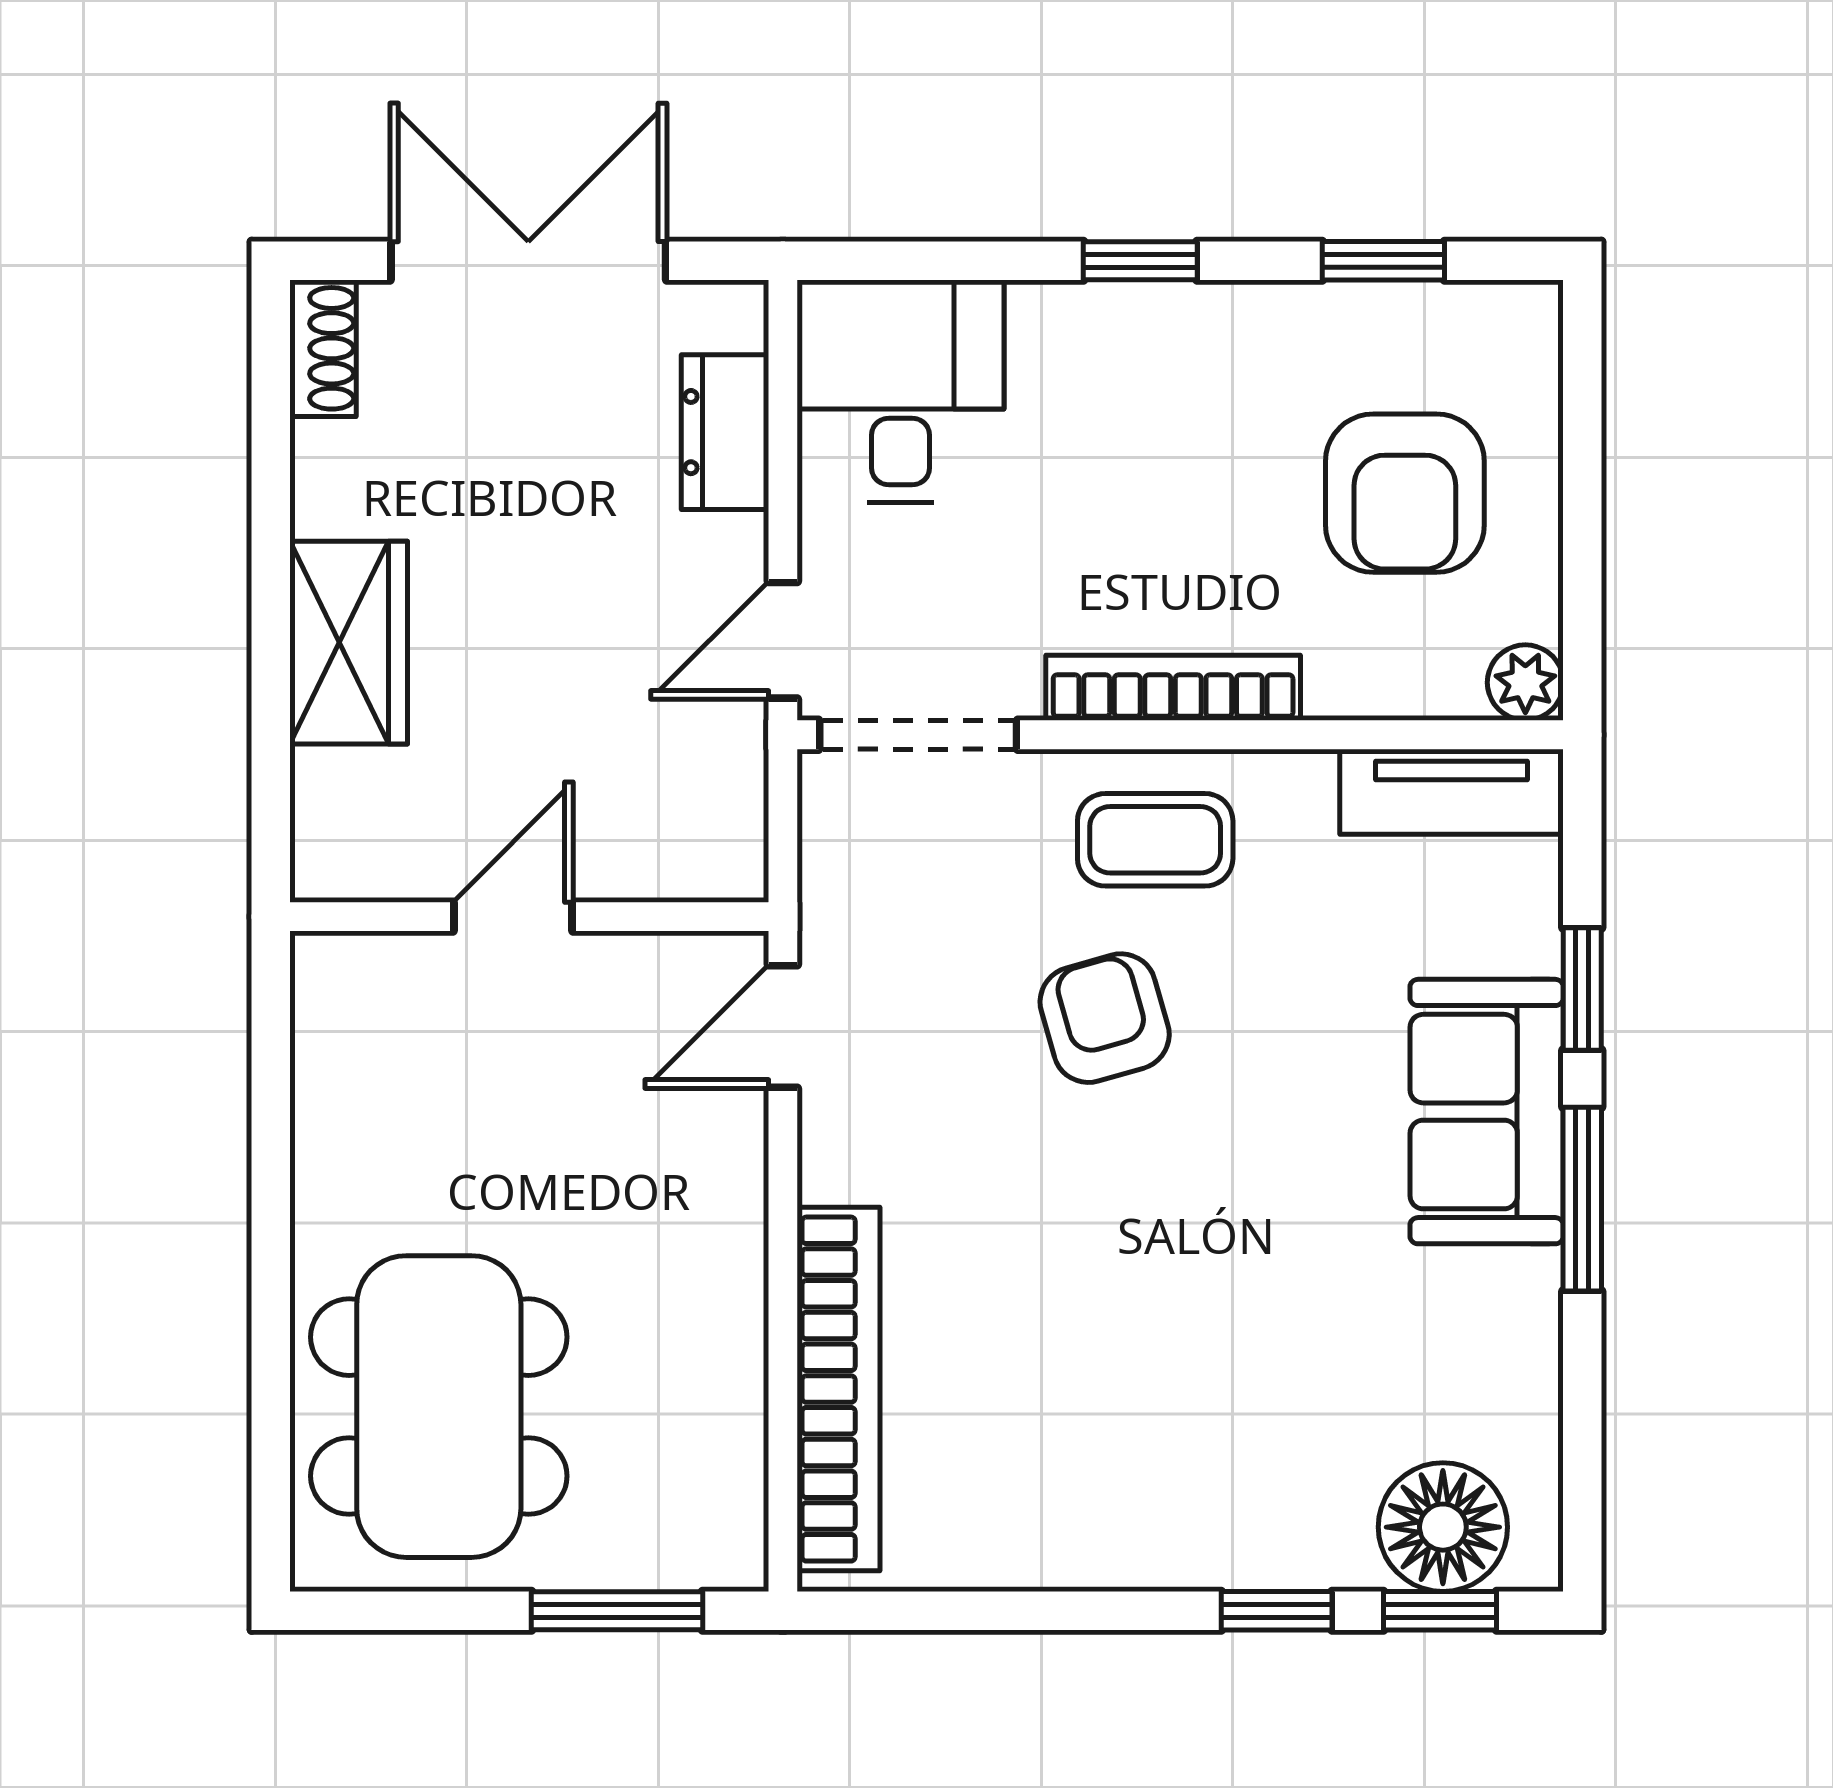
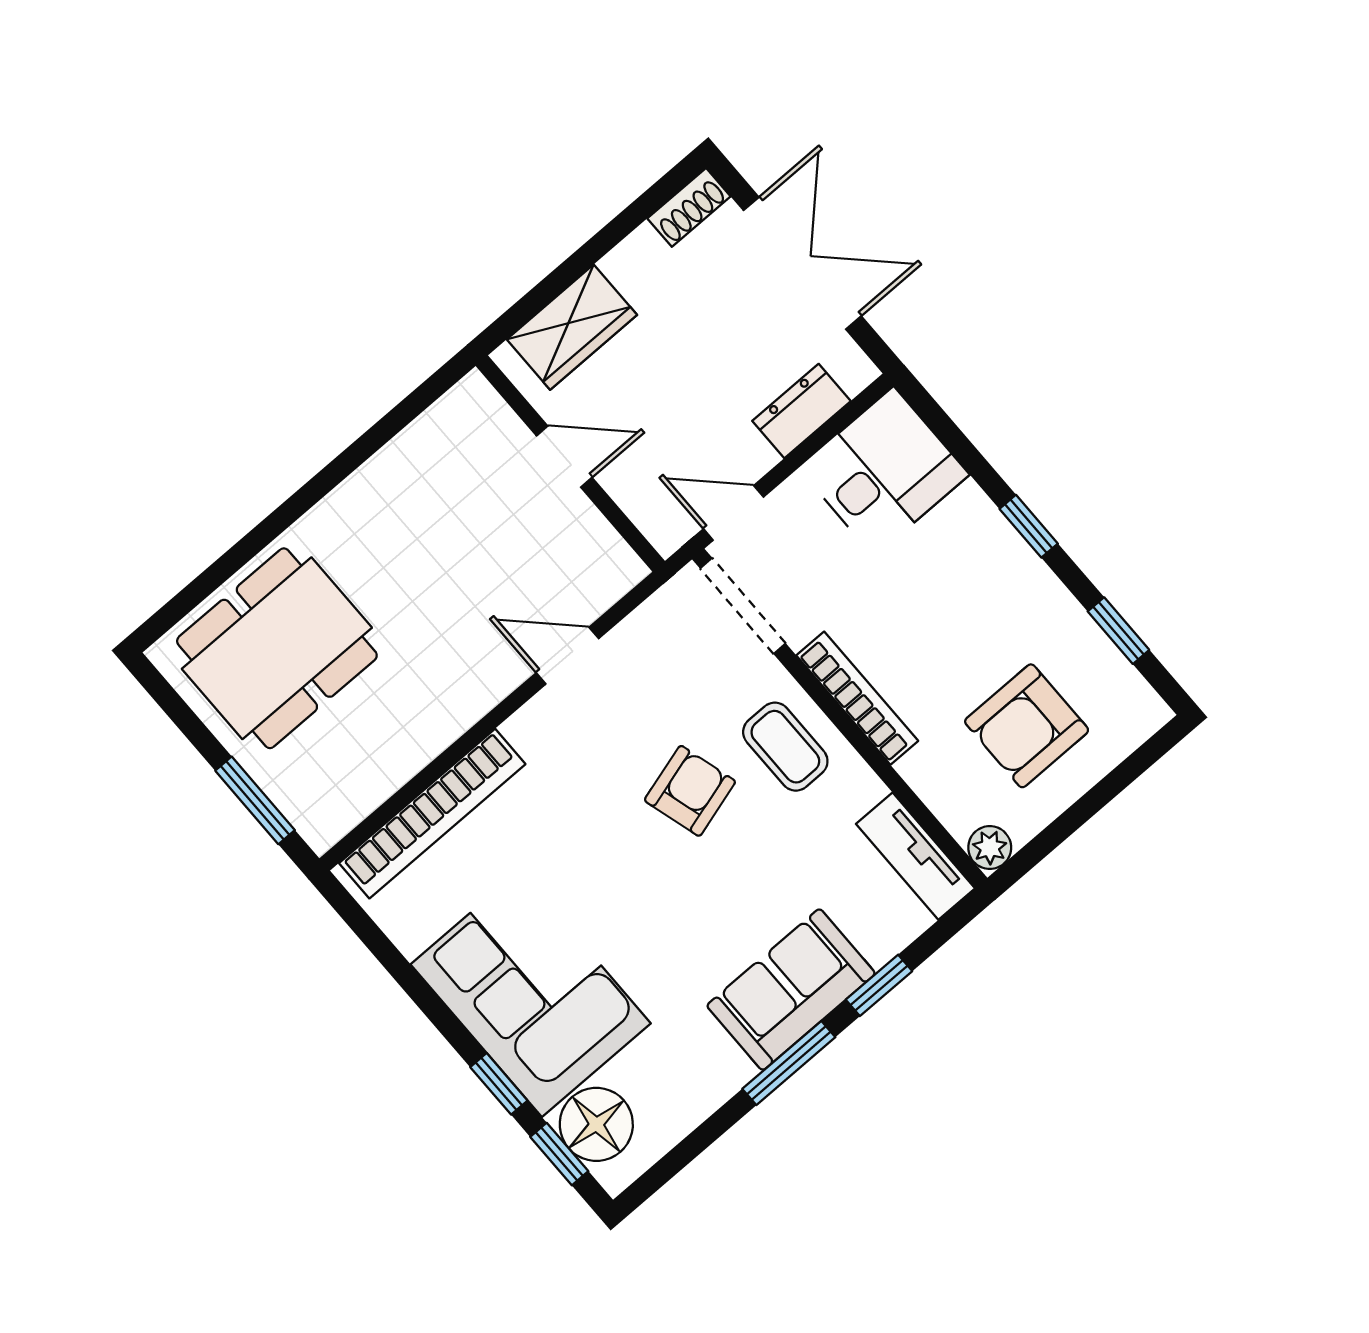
door: (513, 917) -> (564, 457), moved
wall: (529, 917) -> (570, 464), moved
corner sofa: (1193, 1465) -> (531, 994), added

